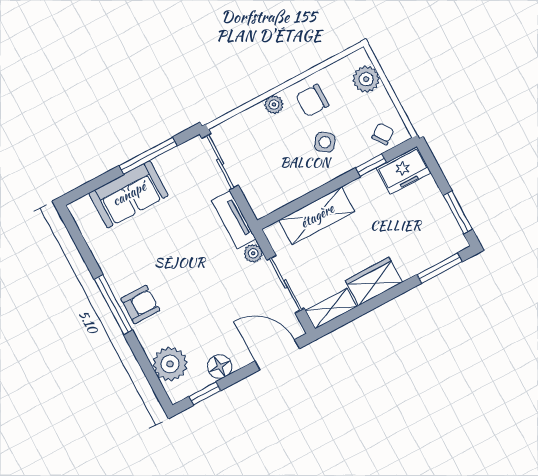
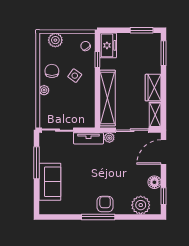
chair: (312, 100) -> (52, 71), turned 180
shelving: (317, 216) -> (108, 98), width x1.47

